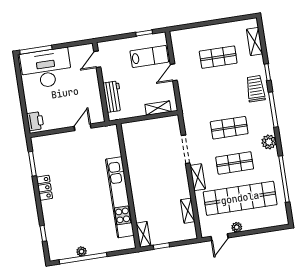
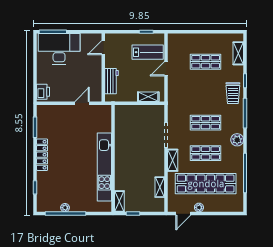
trolley: (255, 89) -> (233, 93), turned 180
locker: (44, 188) -> (42, 155), width x1.53

